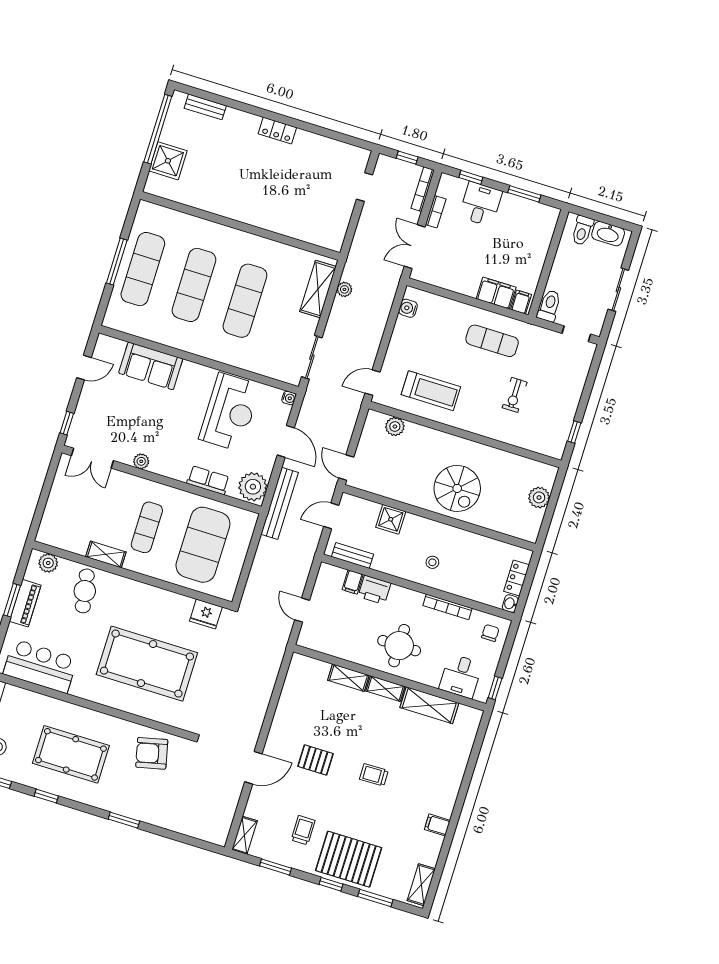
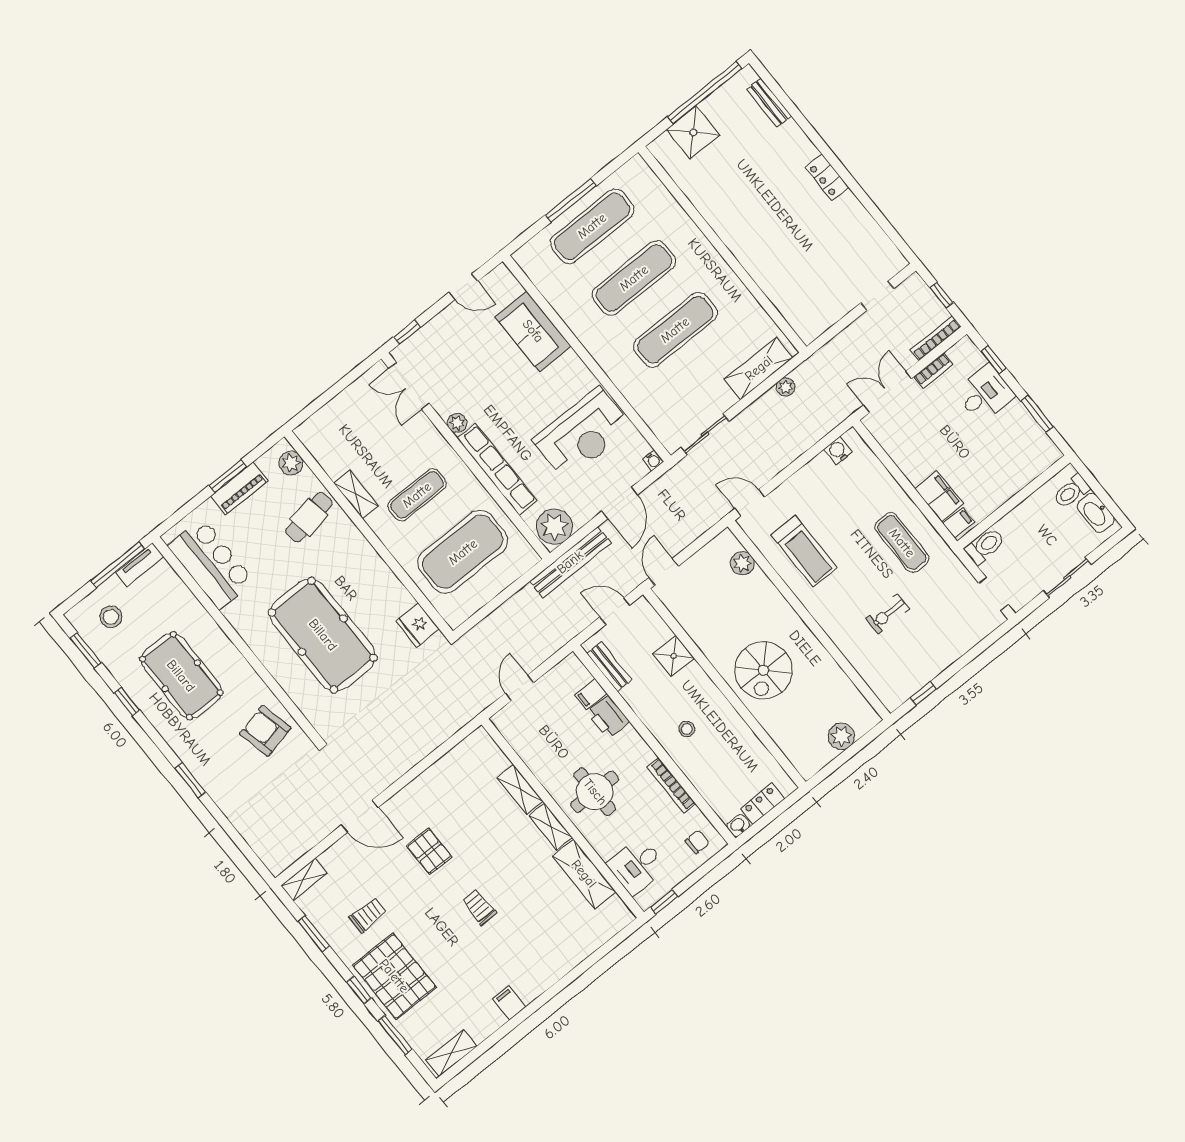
row of seats: (208, 480) -> (497, 469), width x2.02

